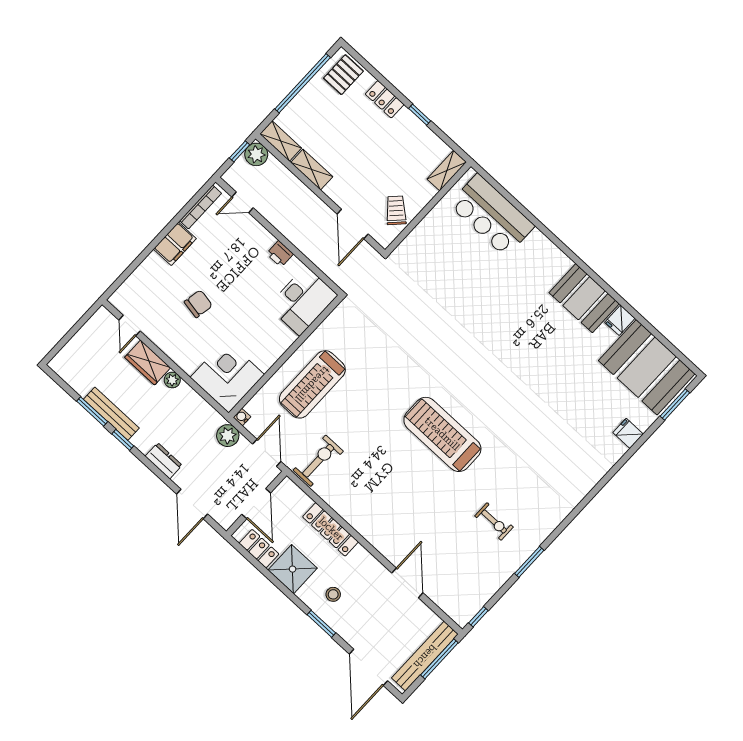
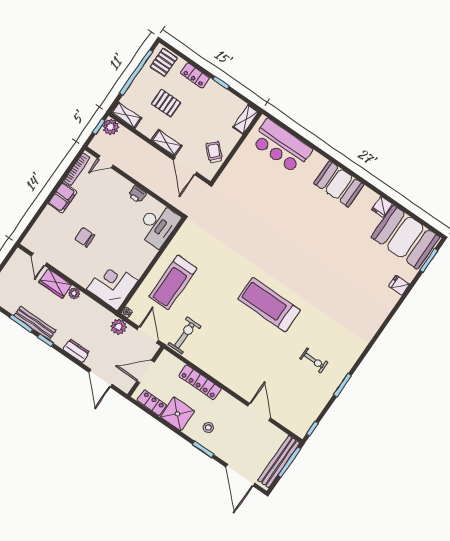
pallet: (339, 132) -> (166, 103), added
shelving: (312, 170) -> (167, 143), moved
booth: (584, 298) -> (339, 184), moved
chair: (198, 304) -> (85, 237), turned -100
door: (256, 504) -> (145, 372), swing flipped

